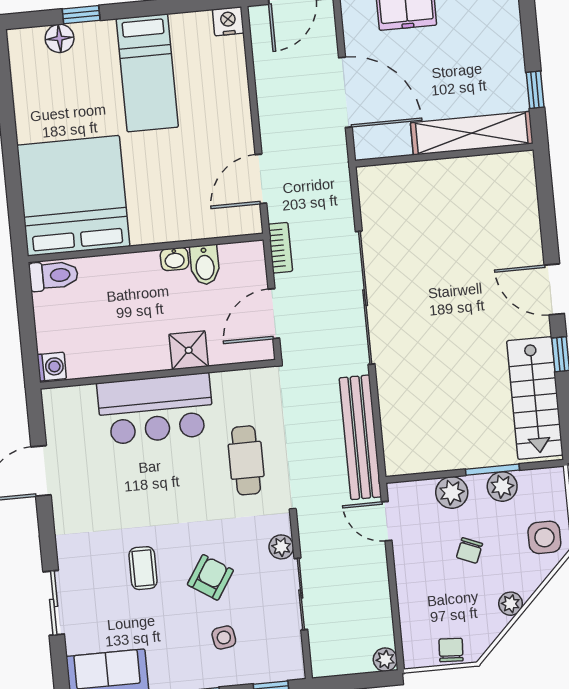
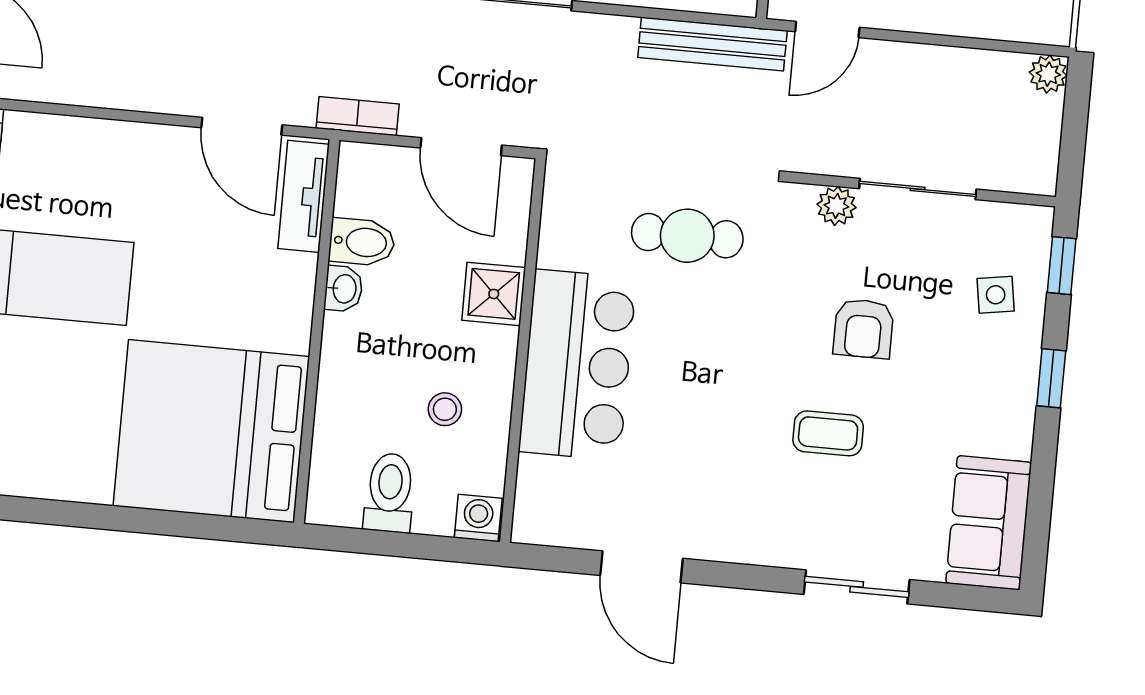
tv unit: (226, 224) -> (304, 196), added
toilet: (53, 276) -> (389, 493), moved
stool: (113, 334) -> (445, 409), added
bench: (360, 437) -> (712, 44), width x0.73, depth x0.82
armchair: (210, 577) -> (863, 328), turned -123
side table: (224, 637) -> (996, 295), moved

